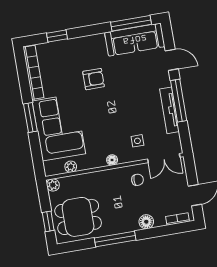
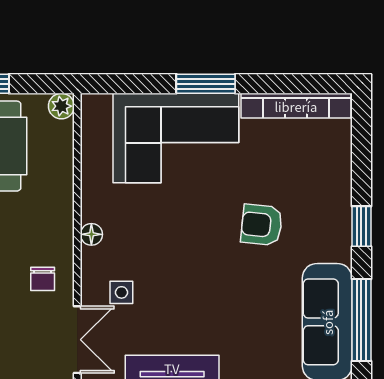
window: (57, 36) -> (361, 226), moved
armchair: (94, 79) -> (262, 225), turned 96
double door: (164, 158) -> (77, 340), swing flipped
plant: (71, 167) -> (92, 148), removed

